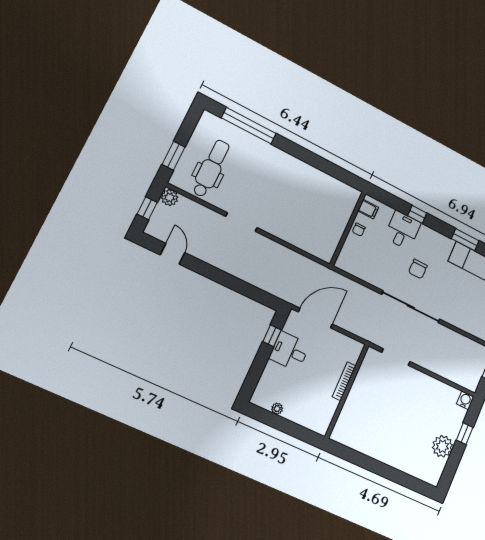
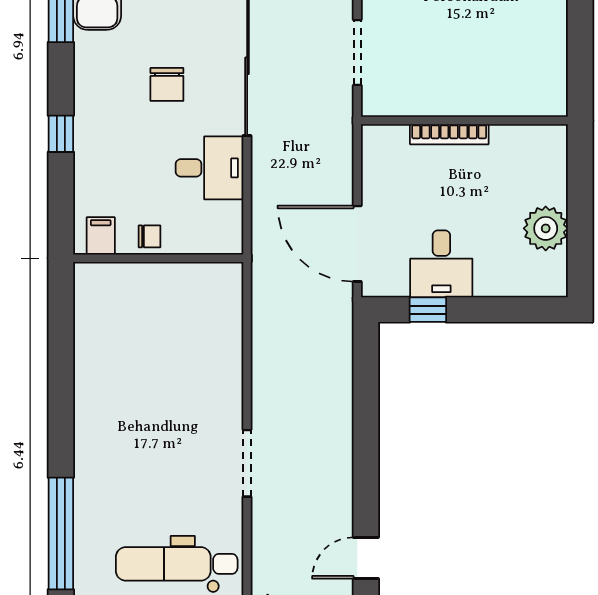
desk: (403, 230) -> (209, 168), moved, turned 180
chair: (418, 269) -> (167, 84), turned 90
plant: (277, 409) -> (546, 228), width x1.88, depth x1.88

